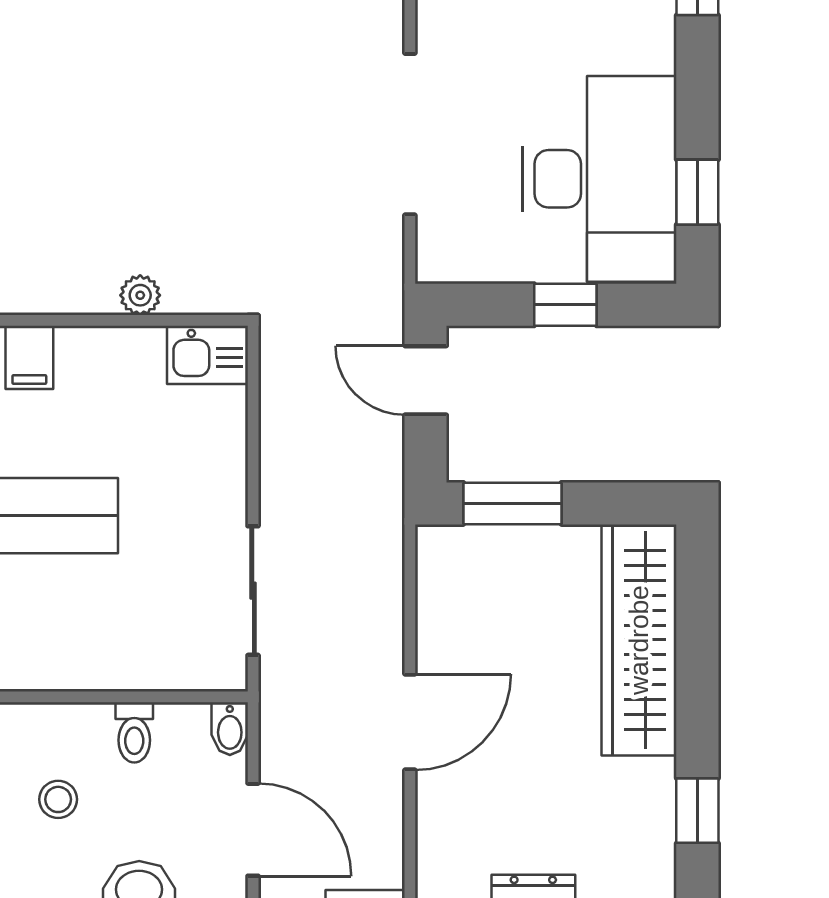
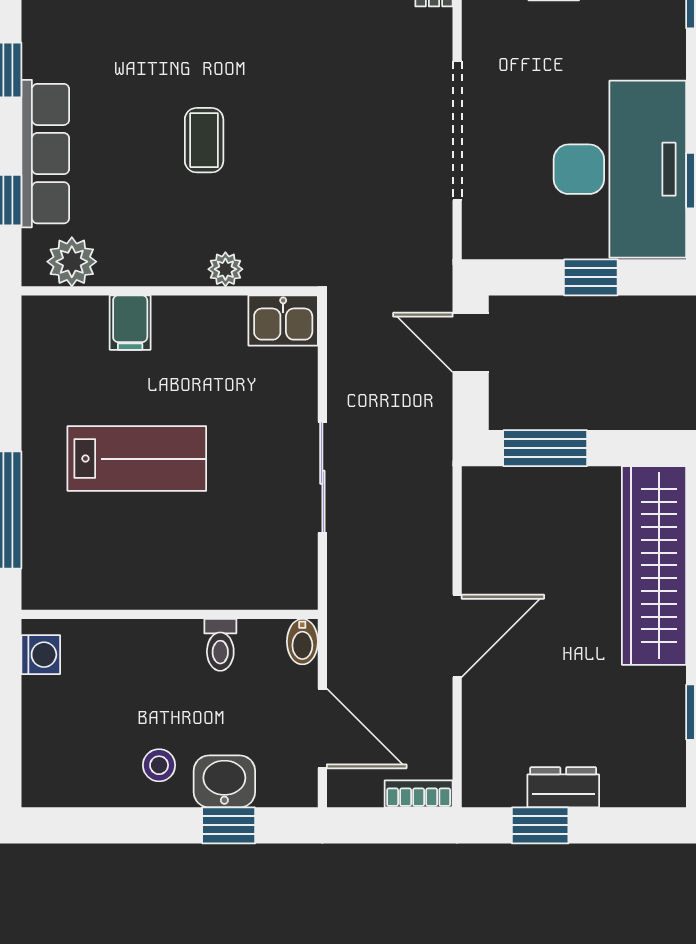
coffee table: (115, 145) -> (204, 140), added
sliding door: (253, 591) -> (322, 477), moved
stool: (58, 799) -> (159, 765), moved

